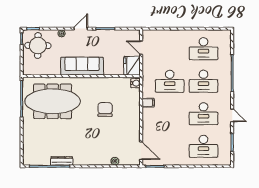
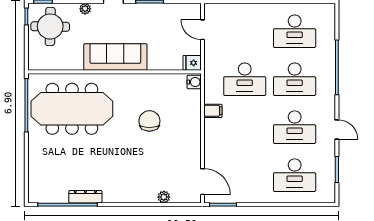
fridge: (132, 66) -> (192, 63), width x0.53, depth x0.75

